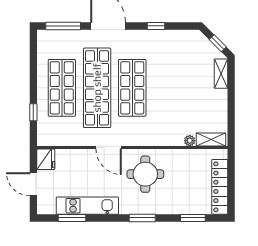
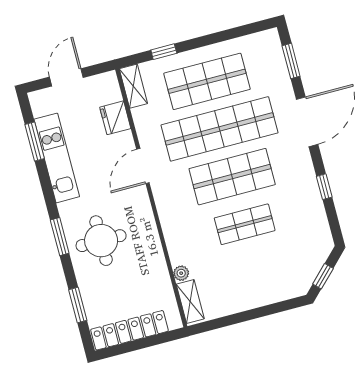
window: (63, 26) -> (291, 61), width x0.69
shelving: (221, 74) -> (133, 86), moved, turned 90
shop shelf: (167, 88) -> (245, 224), added
fridge: (46, 159) -> (115, 118), moved, turned 90
round table: (145, 174) -> (101, 241), moved

